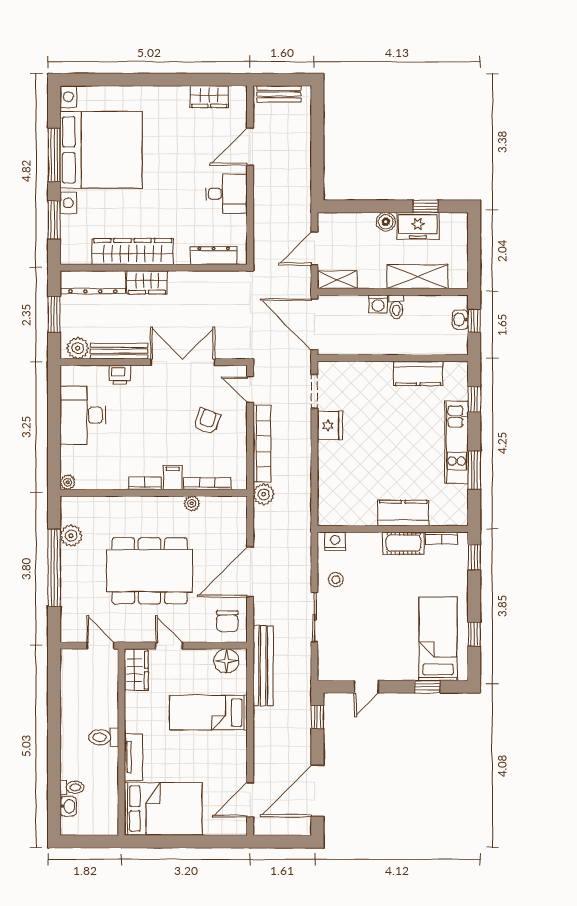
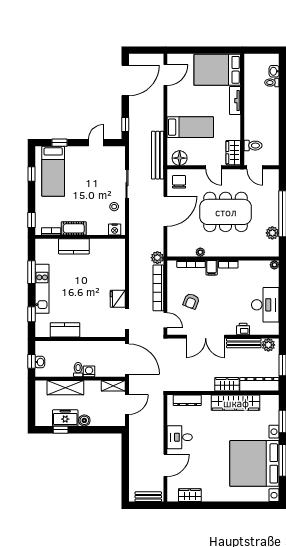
toilet: (104, 737) -> (253, 146), moved

